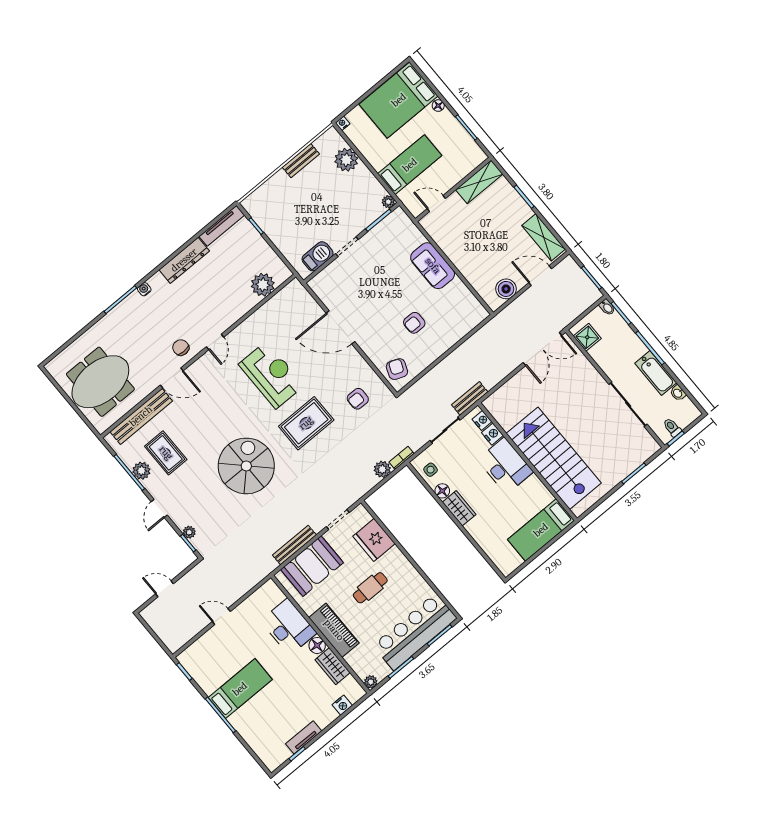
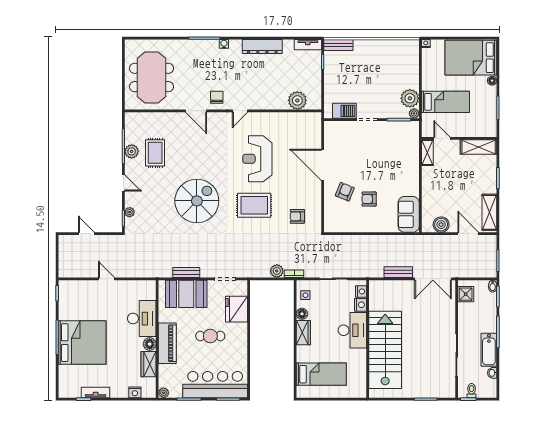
plant: (346, 160) -> (410, 98), moved
bench: (301, 161) -> (338, 45), moved
tv unit: (222, 226) -> (308, 45), width x0.71
shelving: (434, 229) -> (427, 153), added
sofa: (433, 266) -> (409, 214), moved
armchair: (397, 369) -> (345, 192), moved
reception desk: (271, 375) -> (257, 159), turned 180
meeting table: (100, 382) -> (151, 77), turned 90
bench: (470, 398) -> (398, 272), moved
bench: (141, 416) -> (159, 119), removed
door: (159, 508) -> (123, 183), swing flipped
bed: (541, 530) -> (321, 374), moved, turned 180
bench: (294, 545) -> (186, 272), width x0.73
bed: (240, 689) -> (82, 343), width x2.04

